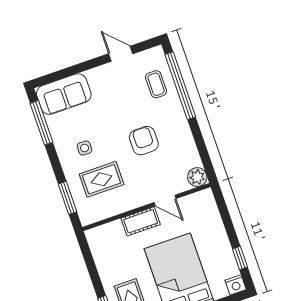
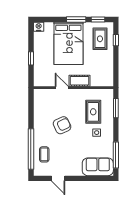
armchair: (144, 141) -> (62, 125), turned -115
plant: (197, 177) -> (39, 94), removed
rug: (102, 179) -> (93, 112), turned 90
window: (240, 258) -> (31, 58), moved

